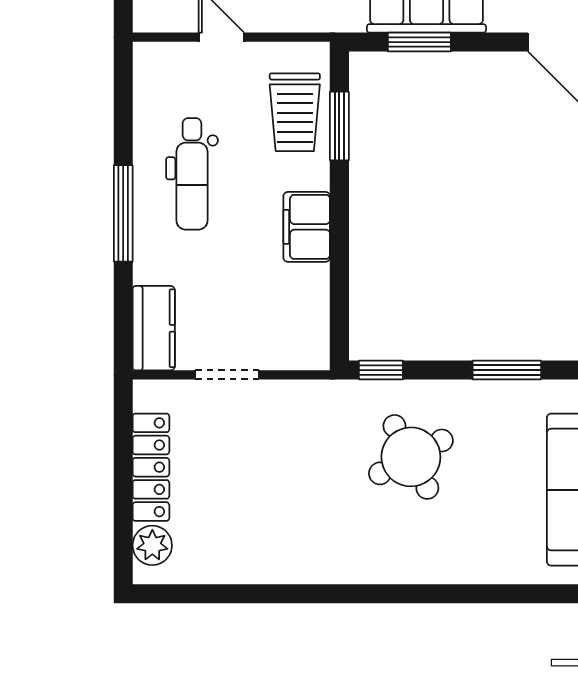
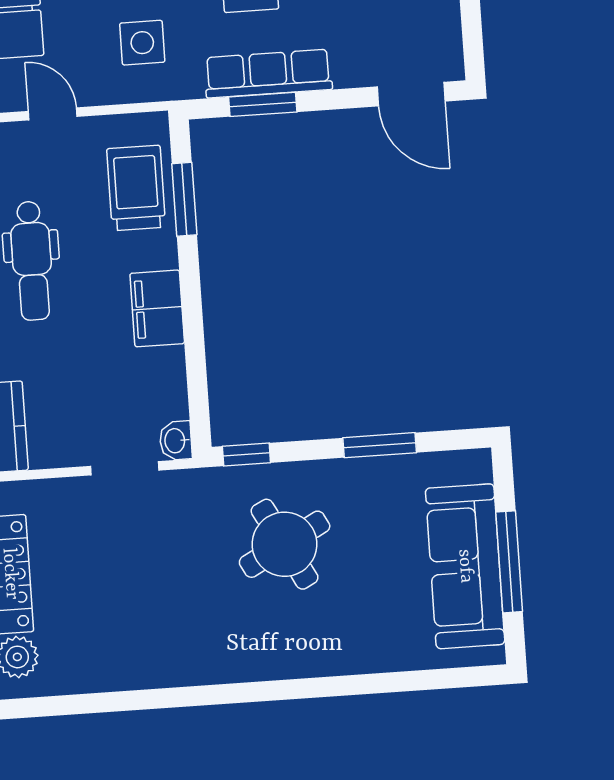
trolley: (295, 112) -> (136, 188), turned 180
washbasin: (315, 352) -> (176, 441), added
doorway: (227, 375) -> (125, 468), moved

